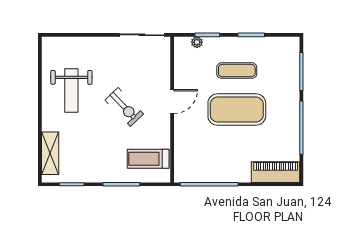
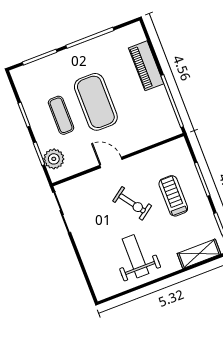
plant: (197, 42) -> (54, 159), width x1.88, depth x1.88
weight bench: (71, 90) -> (136, 256), turned -90
exercise bike: (124, 107) -> (132, 203), turned 98
treadmill: (148, 159) -> (173, 196), moved, turned 180
piano: (276, 172) -> (146, 66), moved

